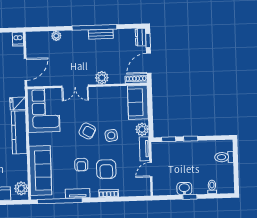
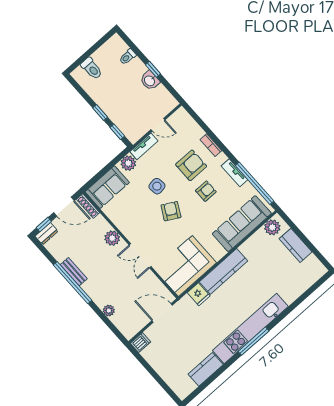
double door: (75, 86) -> (140, 256), swing flipped

